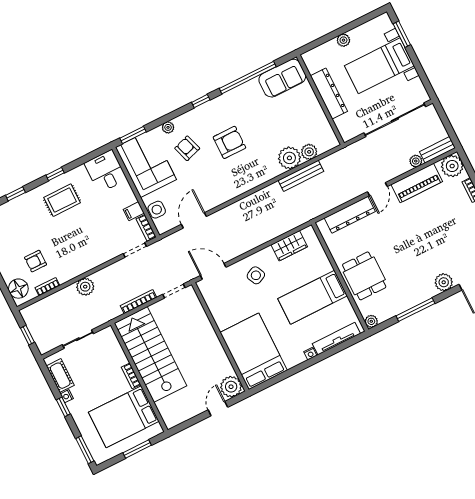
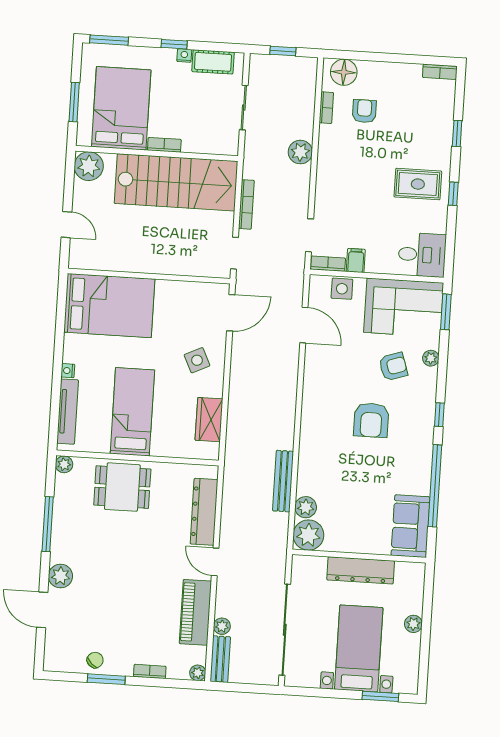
plant: (289, 158) -> (308, 535), moved
plant: (452, 166) -> (198, 673), width x0.53, depth x0.53
rug: (62, 200) -> (418, 184), turned 90
plant: (231, 387) -> (89, 166), moved

